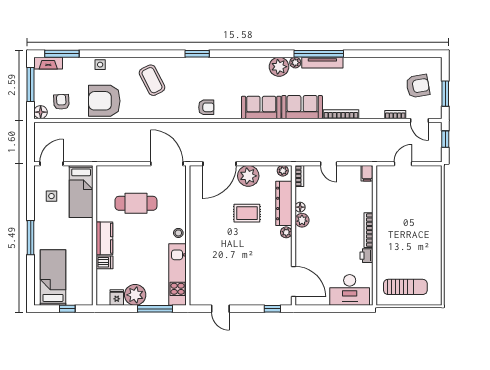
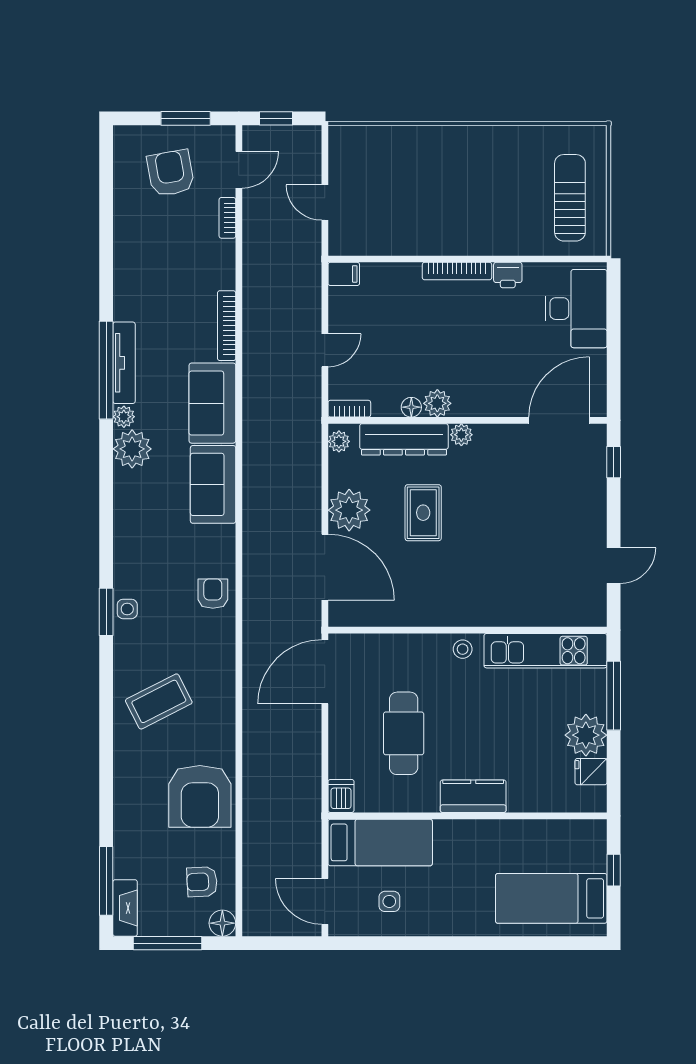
side table: (100, 65) -> (127, 609), moved
window: (31, 238) -> (472, 943), removed
dishwasher: (104, 262) -> (341, 796), moved

